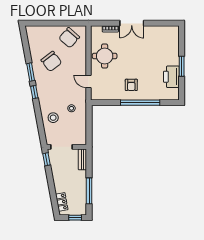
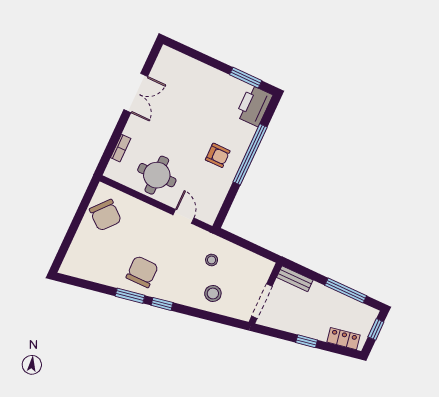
double door: (132, 23) -> (136, 93), moved
chair: (51, 61) -> (142, 272), moved, turned -53
window: (182, 66) -> (246, 78), moved
printer: (171, 77) -> (254, 106), moved, turned 90
door: (89, 81) -> (184, 216), swing flipped
window: (47, 159) -> (307, 341), moved

